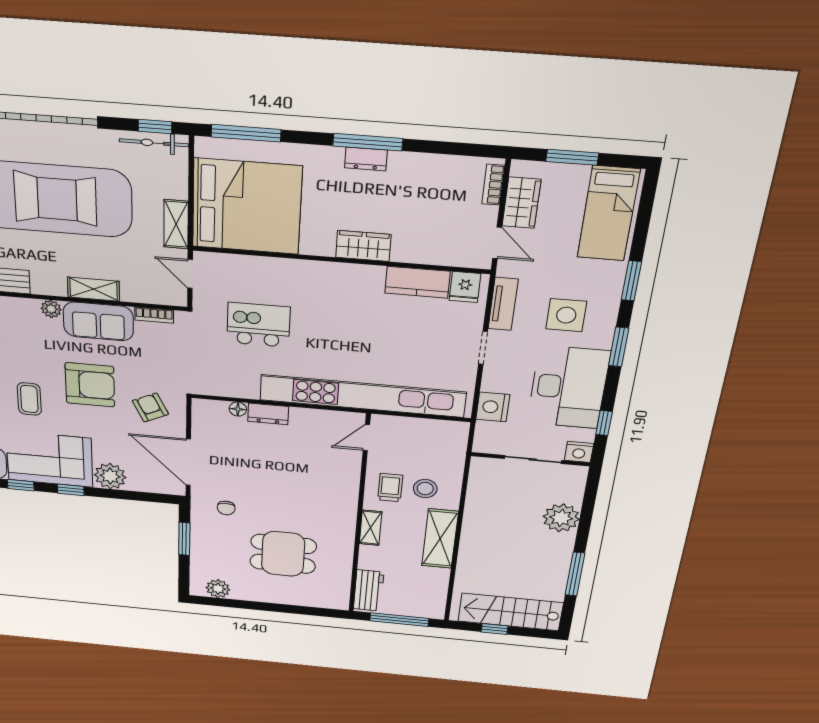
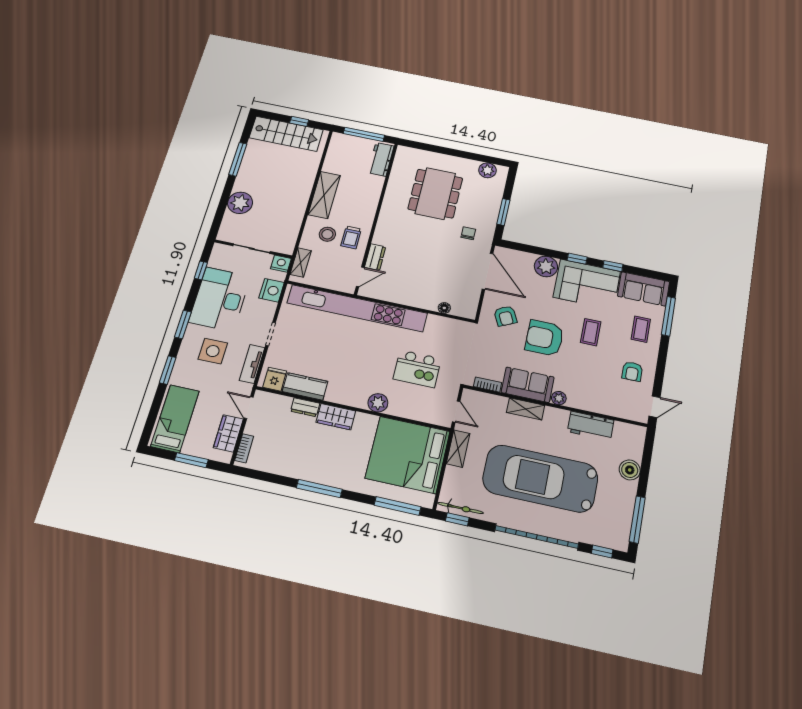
dresser: (366, 159) -> (305, 407), moved, turned 180
plant: (305, 272) -> (378, 403), added
dresser: (268, 414) -> (375, 257), moved, turned 90
nightstand: (579, 452) -> (281, 264), moved
shelving: (371, 528) -> (301, 263), moved
dining table: (283, 554) -> (435, 194), width x1.37

